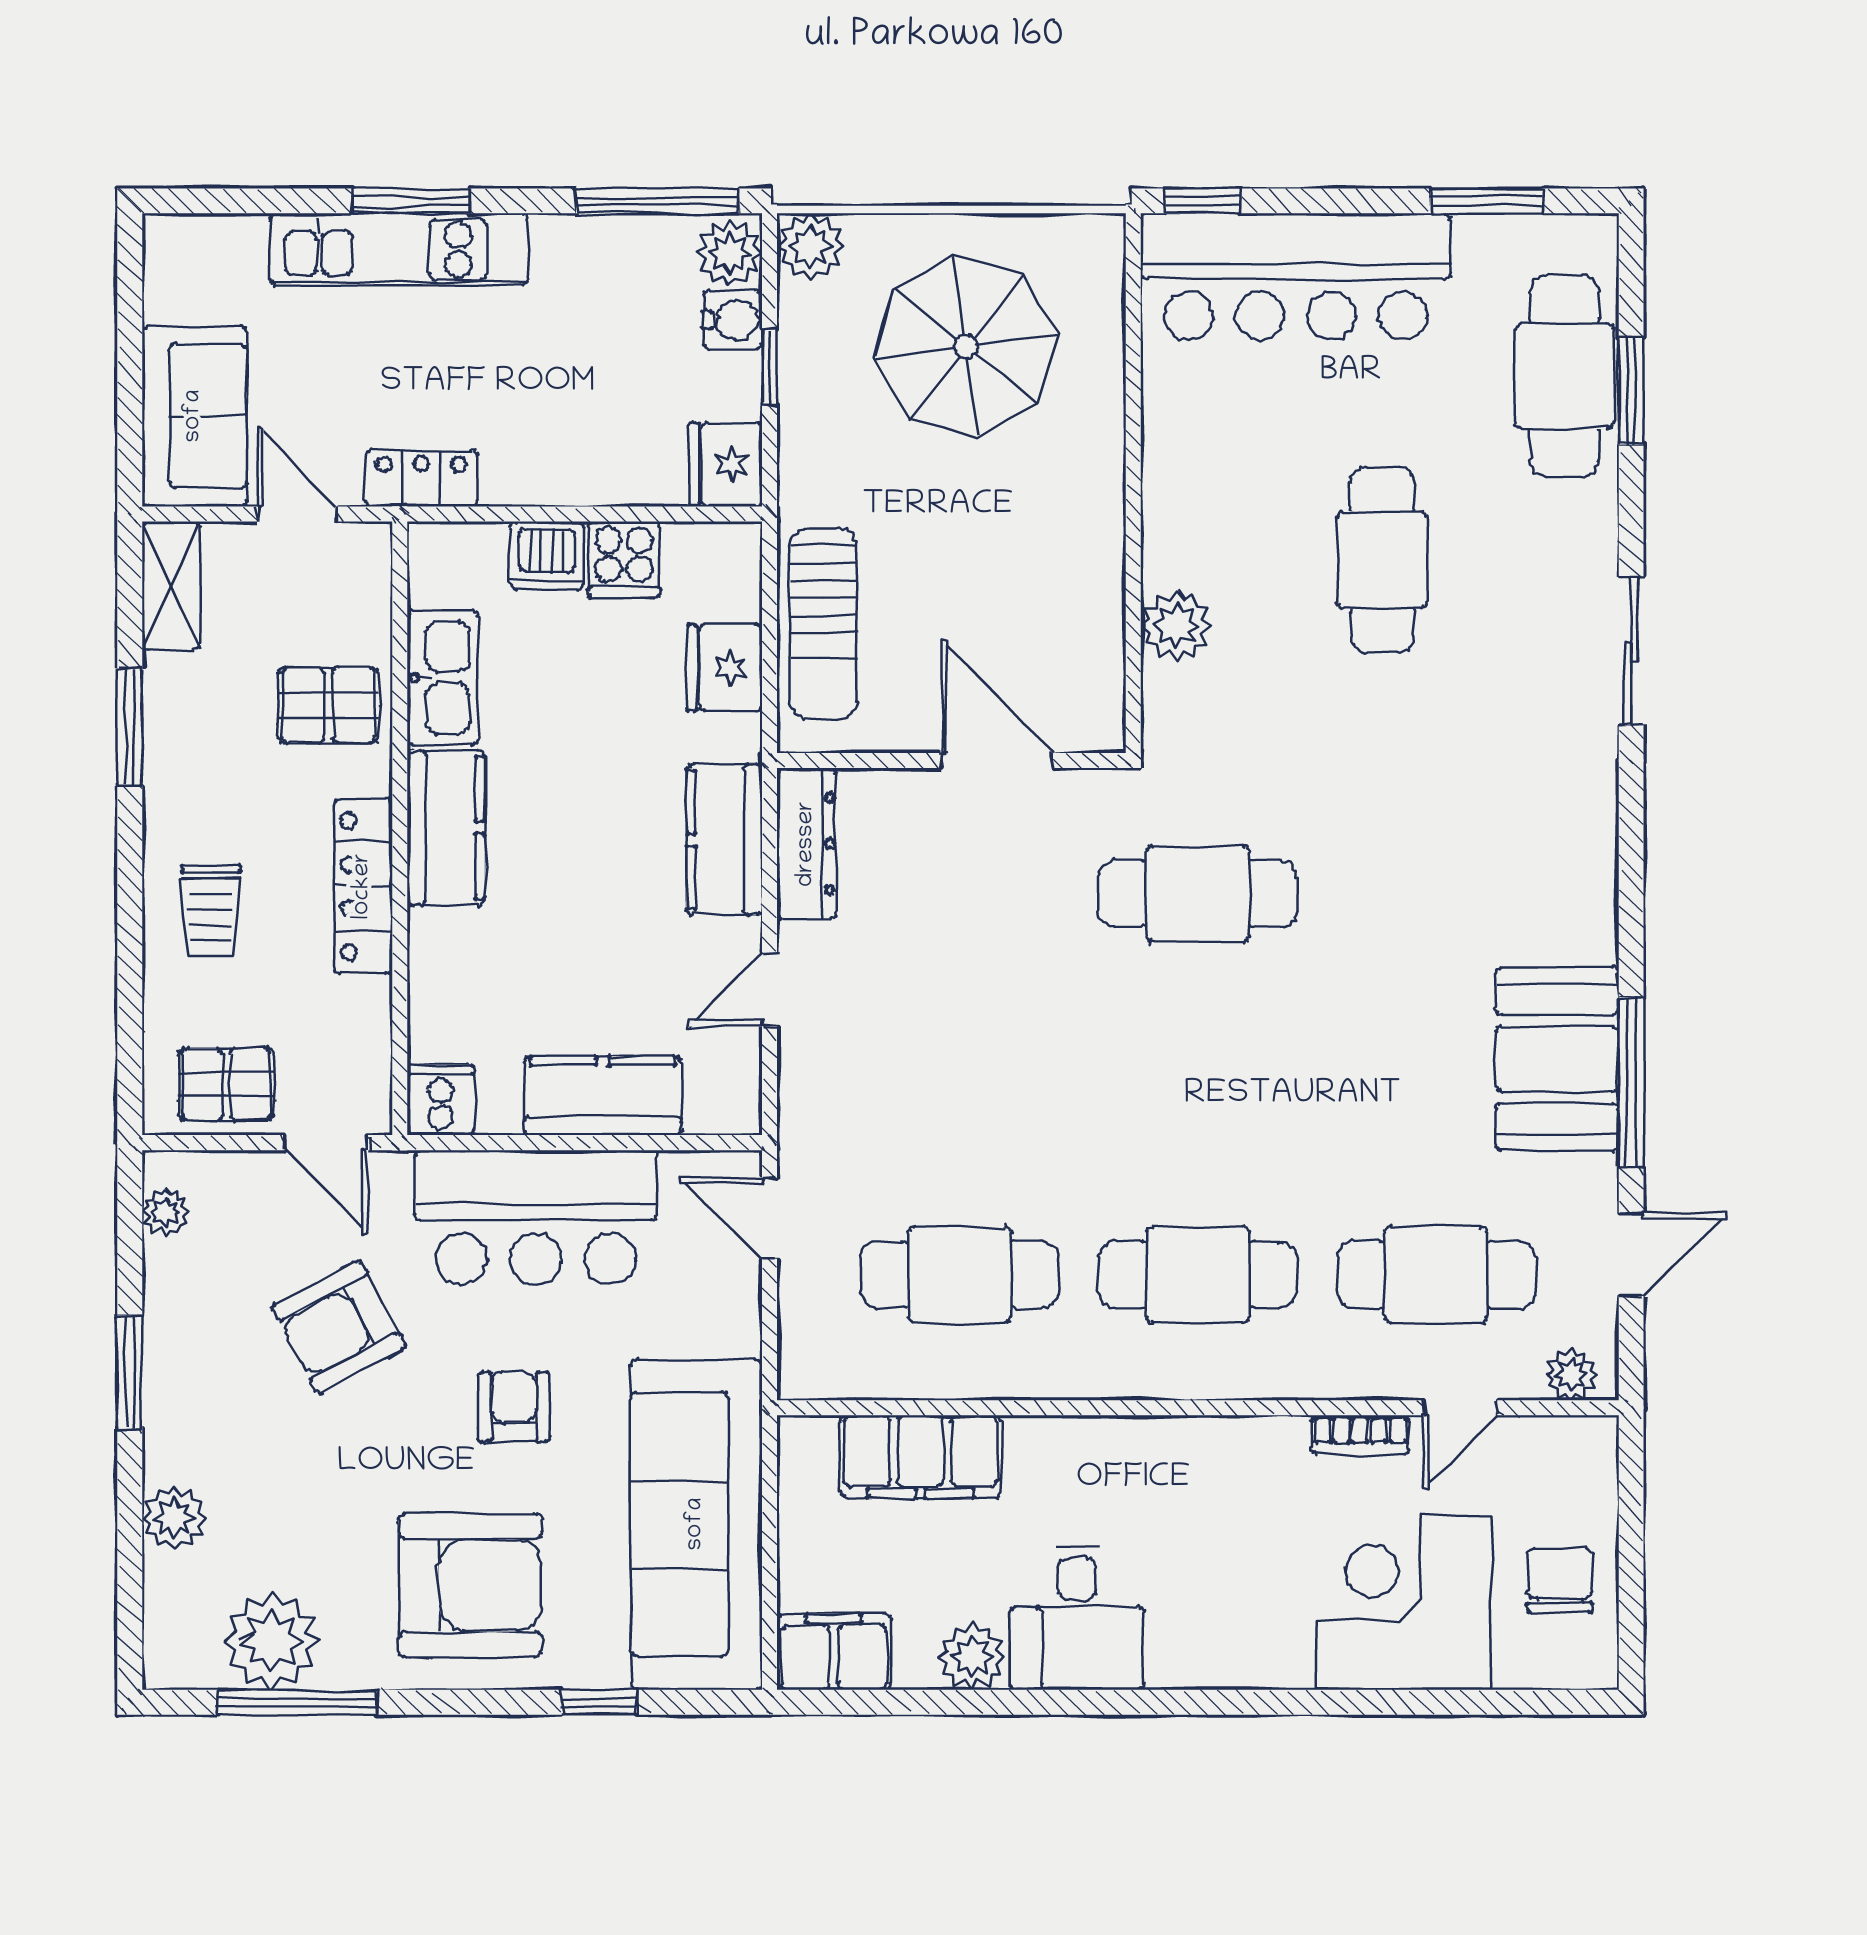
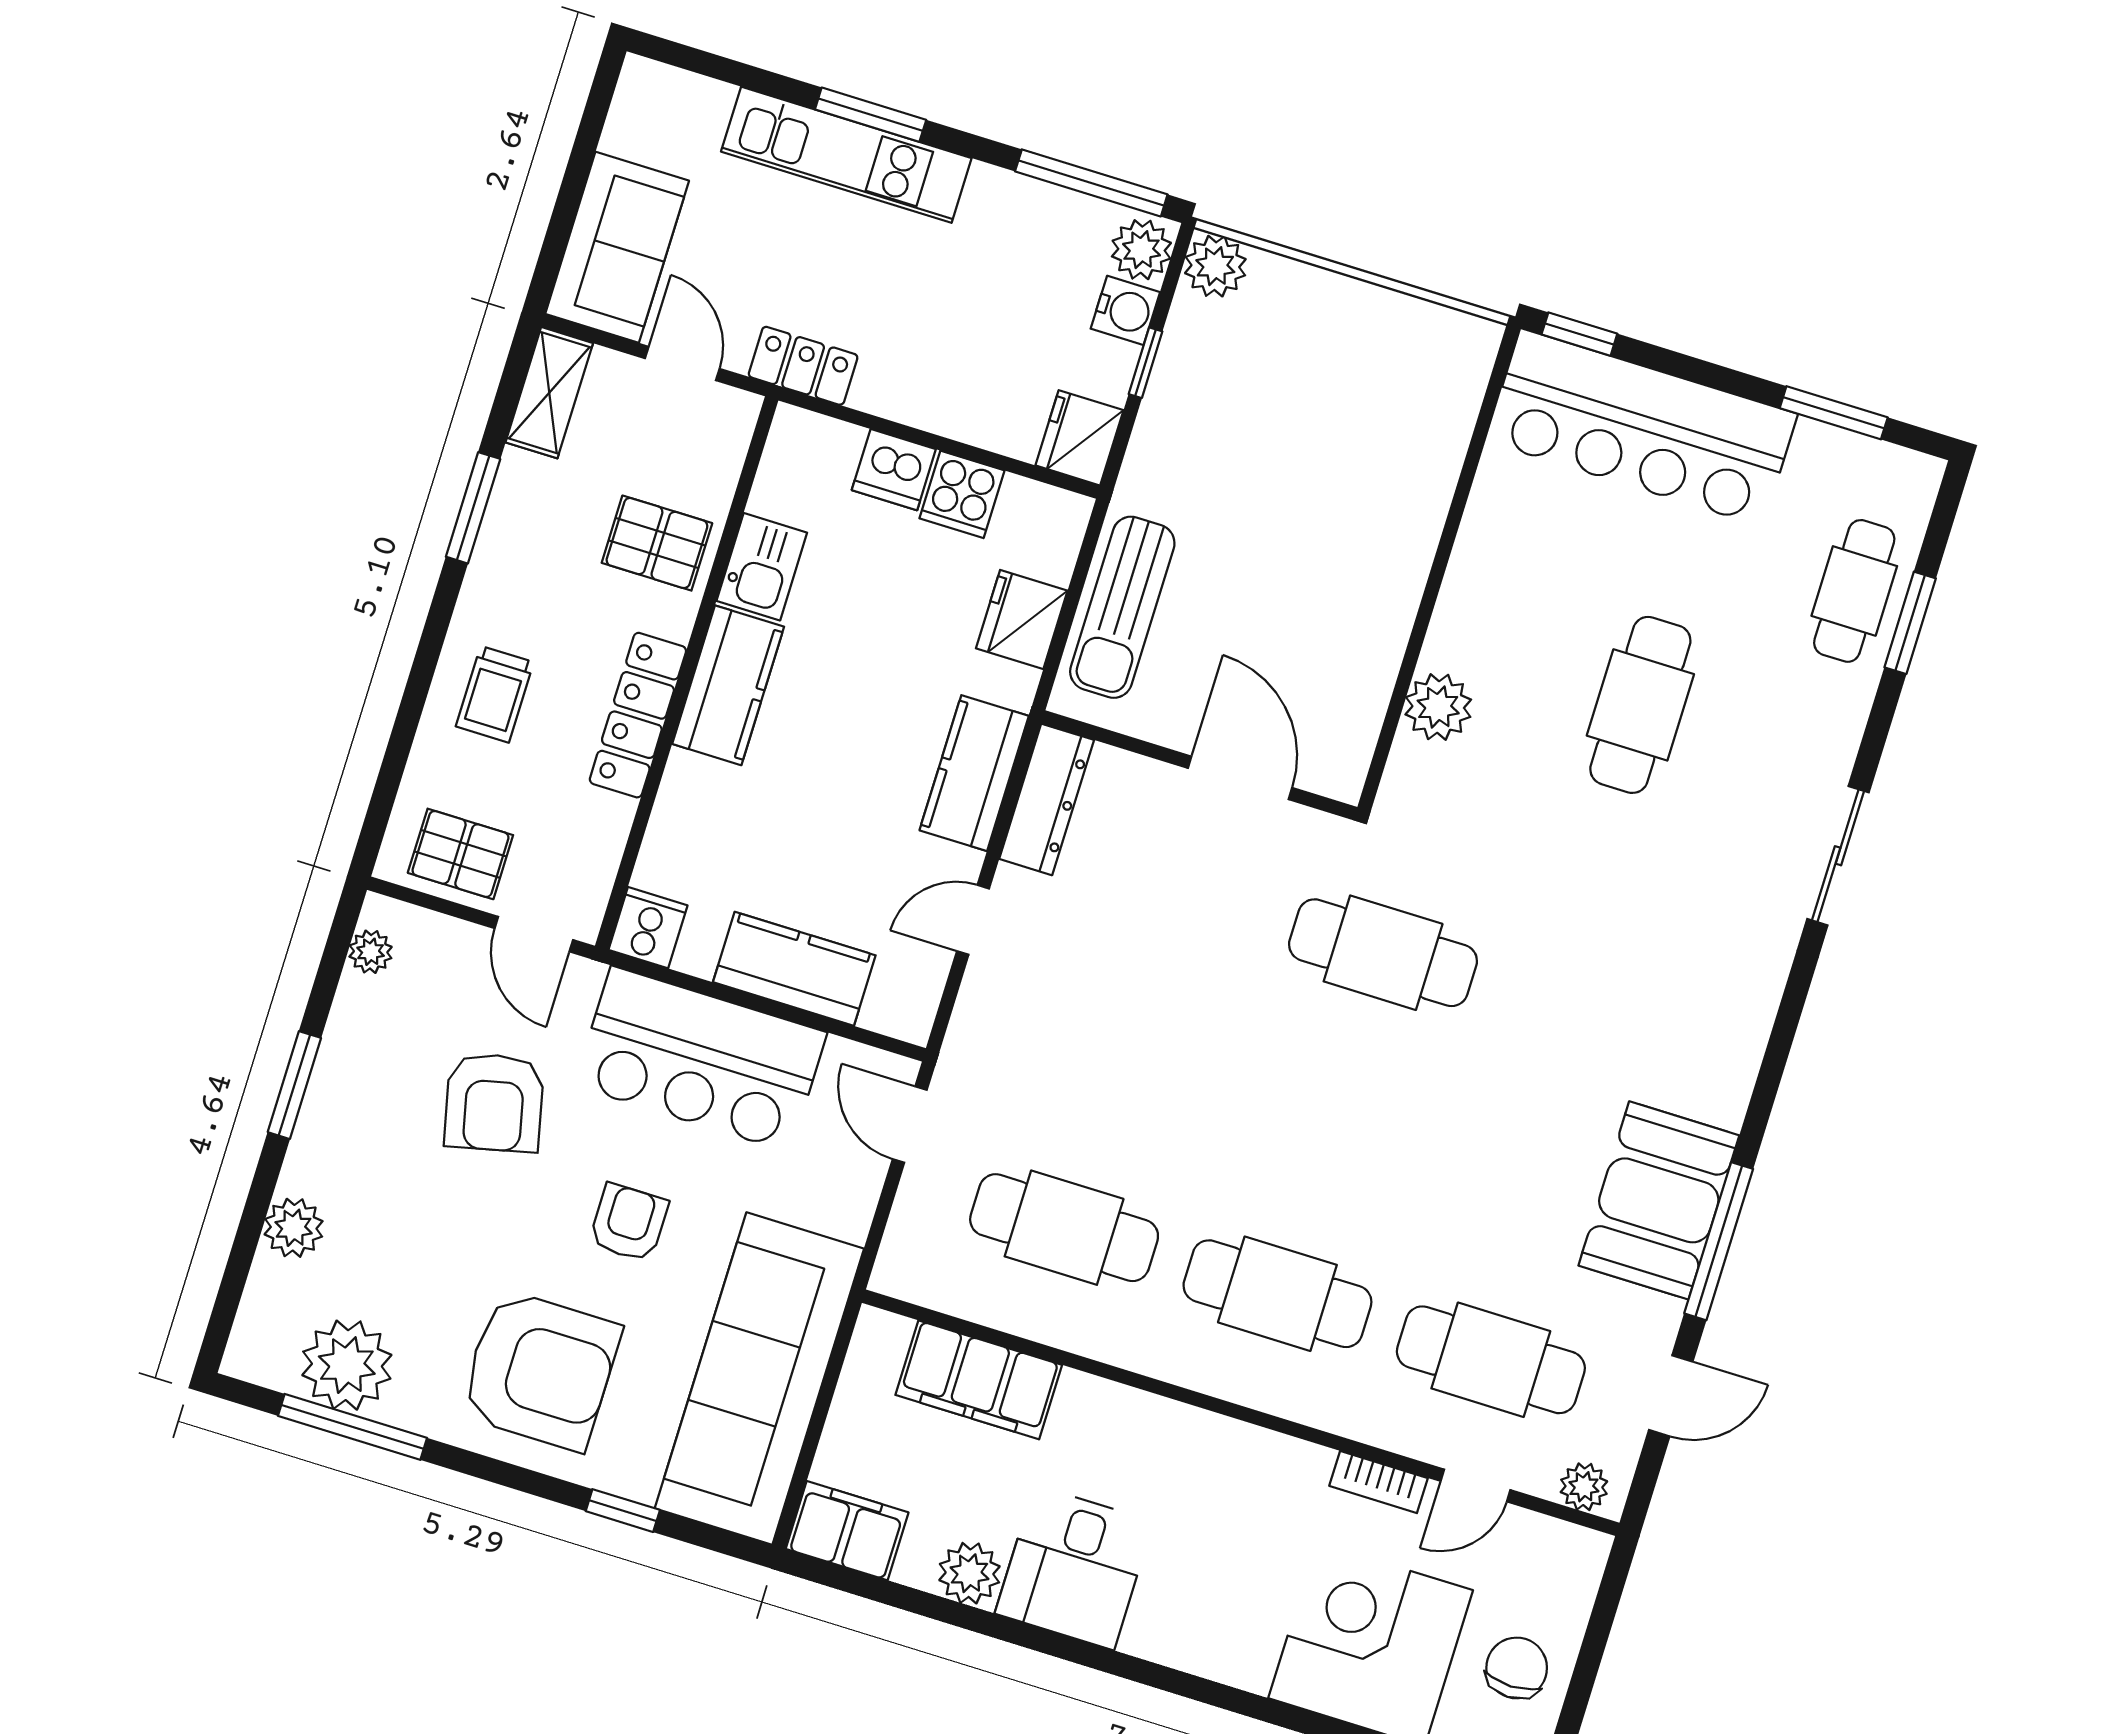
parasol: (966, 346) -> (1327, 399), removed
cafe table: (1564, 376) -> (1854, 591), width x0.73, depth x0.74
kitchen sink: (443, 678) -> (762, 567), width x0.73
armchair: (339, 1327) -> (494, 1102), turned -75

